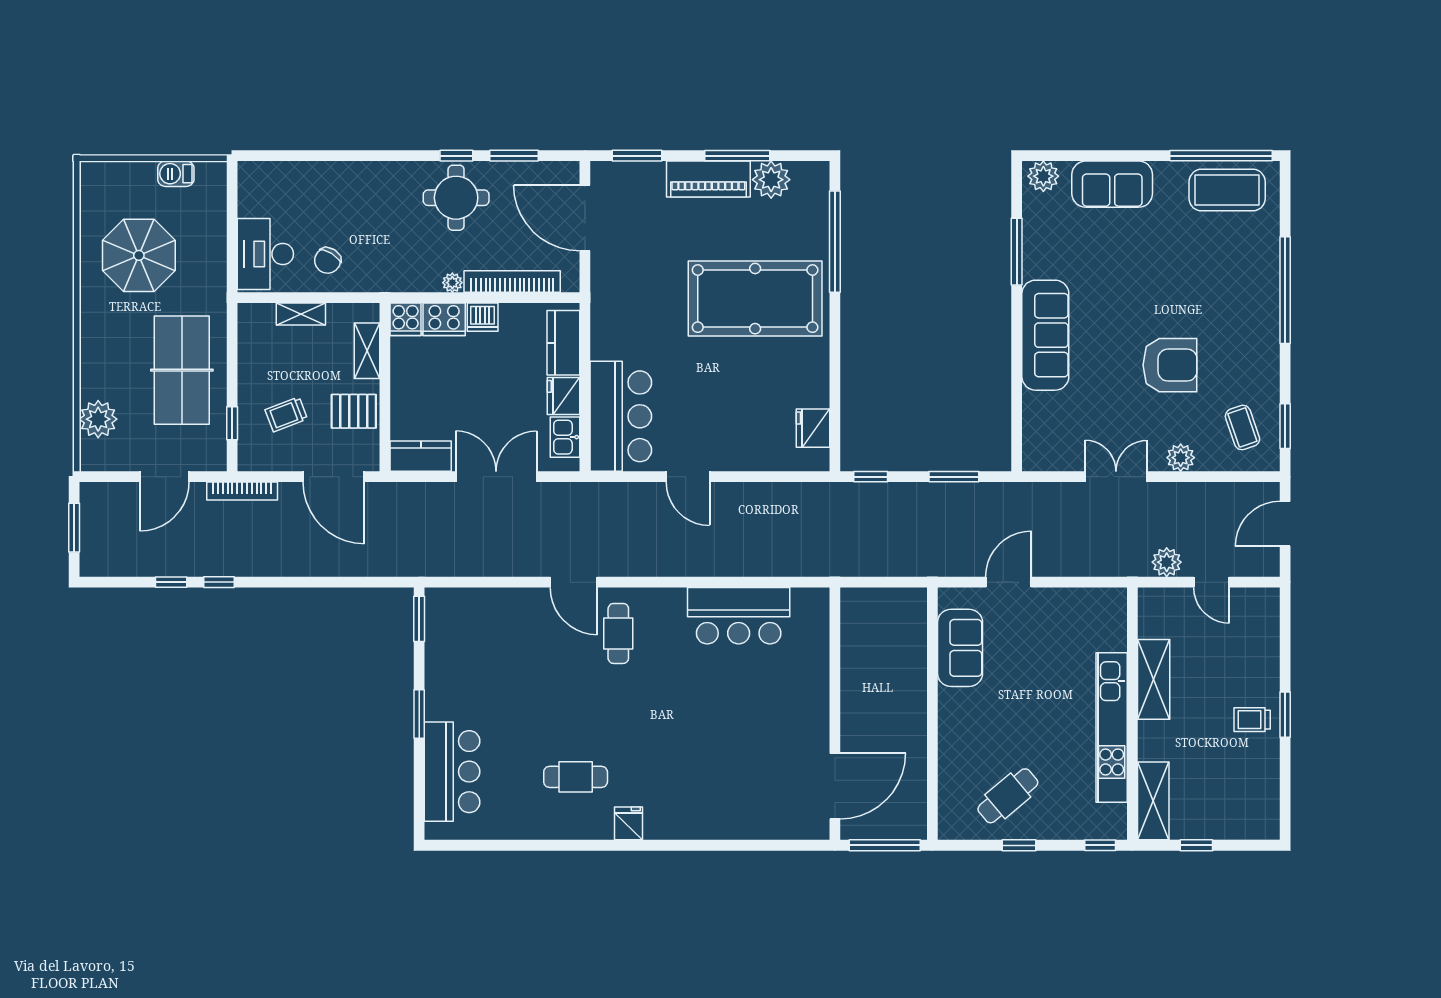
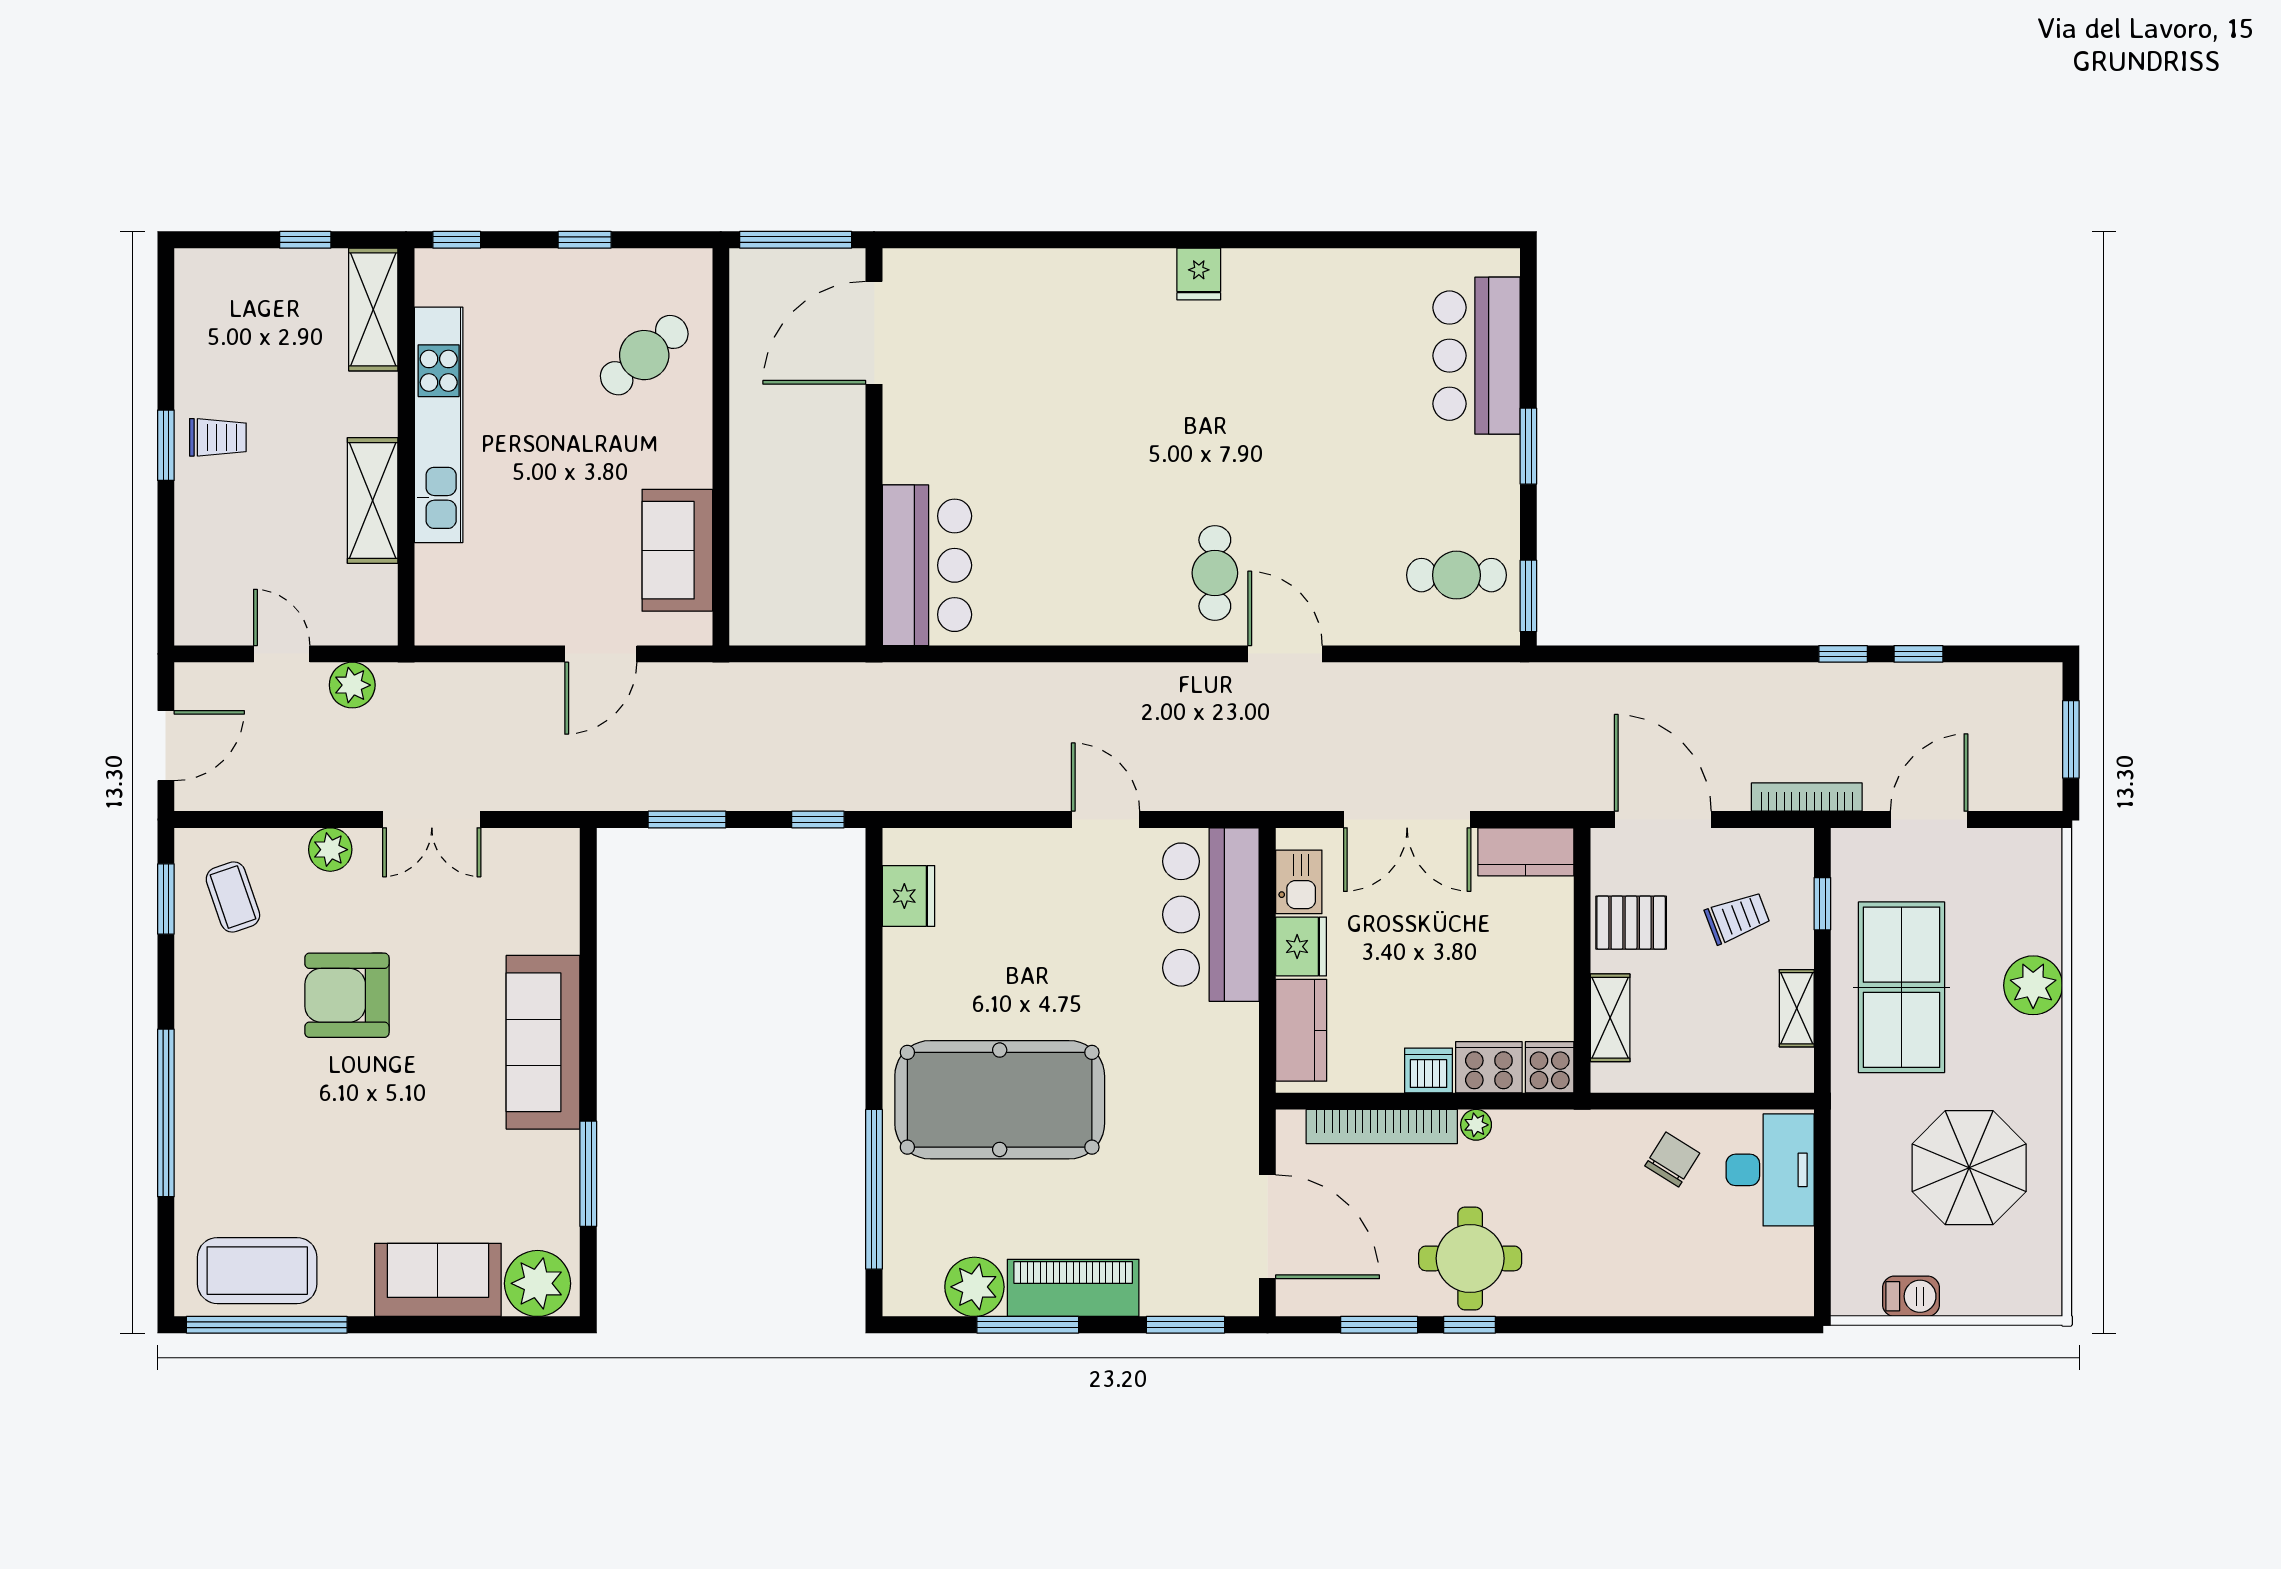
plant: (1043, 176) -> (538, 1283), width x1.36, depth x1.36
shelving: (301, 314) -> (1797, 1008), moved, turned 90
plant: (98, 419) -> (2033, 985), moved
bar counter: (739, 616) -> (927, 565), moved, turned 90
cafe table: (576, 777) -> (1456, 575), moved
cafe table: (1008, 796) -> (644, 355), moved

